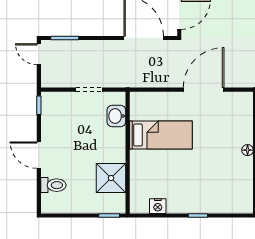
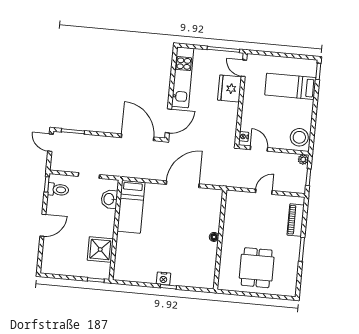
bed: (161, 135) -> (131, 207), moved, turned 90
door: (39, 155) -> (43, 225), swing flipped
toilet: (53, 185) -> (58, 190), moved
nightstand: (158, 206) -> (163, 278), moved

